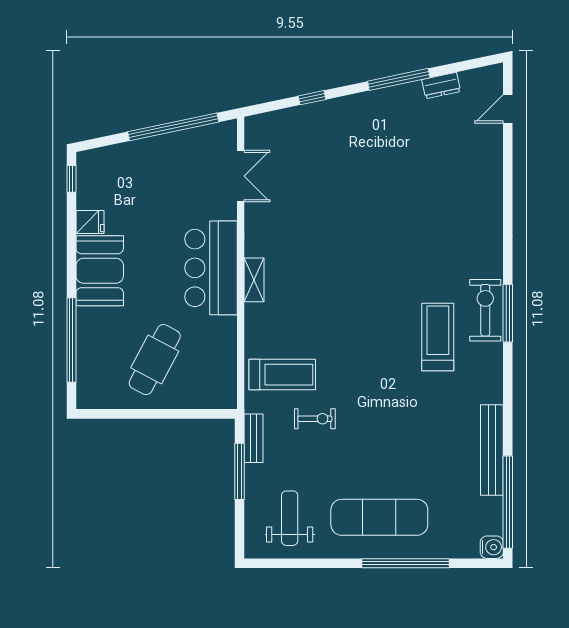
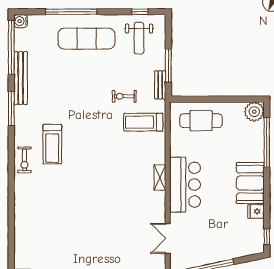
exercise bike: (485, 310) -> (24, 160), width x0.73, depth x0.72
window: (508, 313) -> (11, 109), moved
cafe table: (155, 360) -> (201, 121), moved, turned 62
plant: (93, 393) -> (254, 112), added
window: (288, 563) -> (140, 12), added

